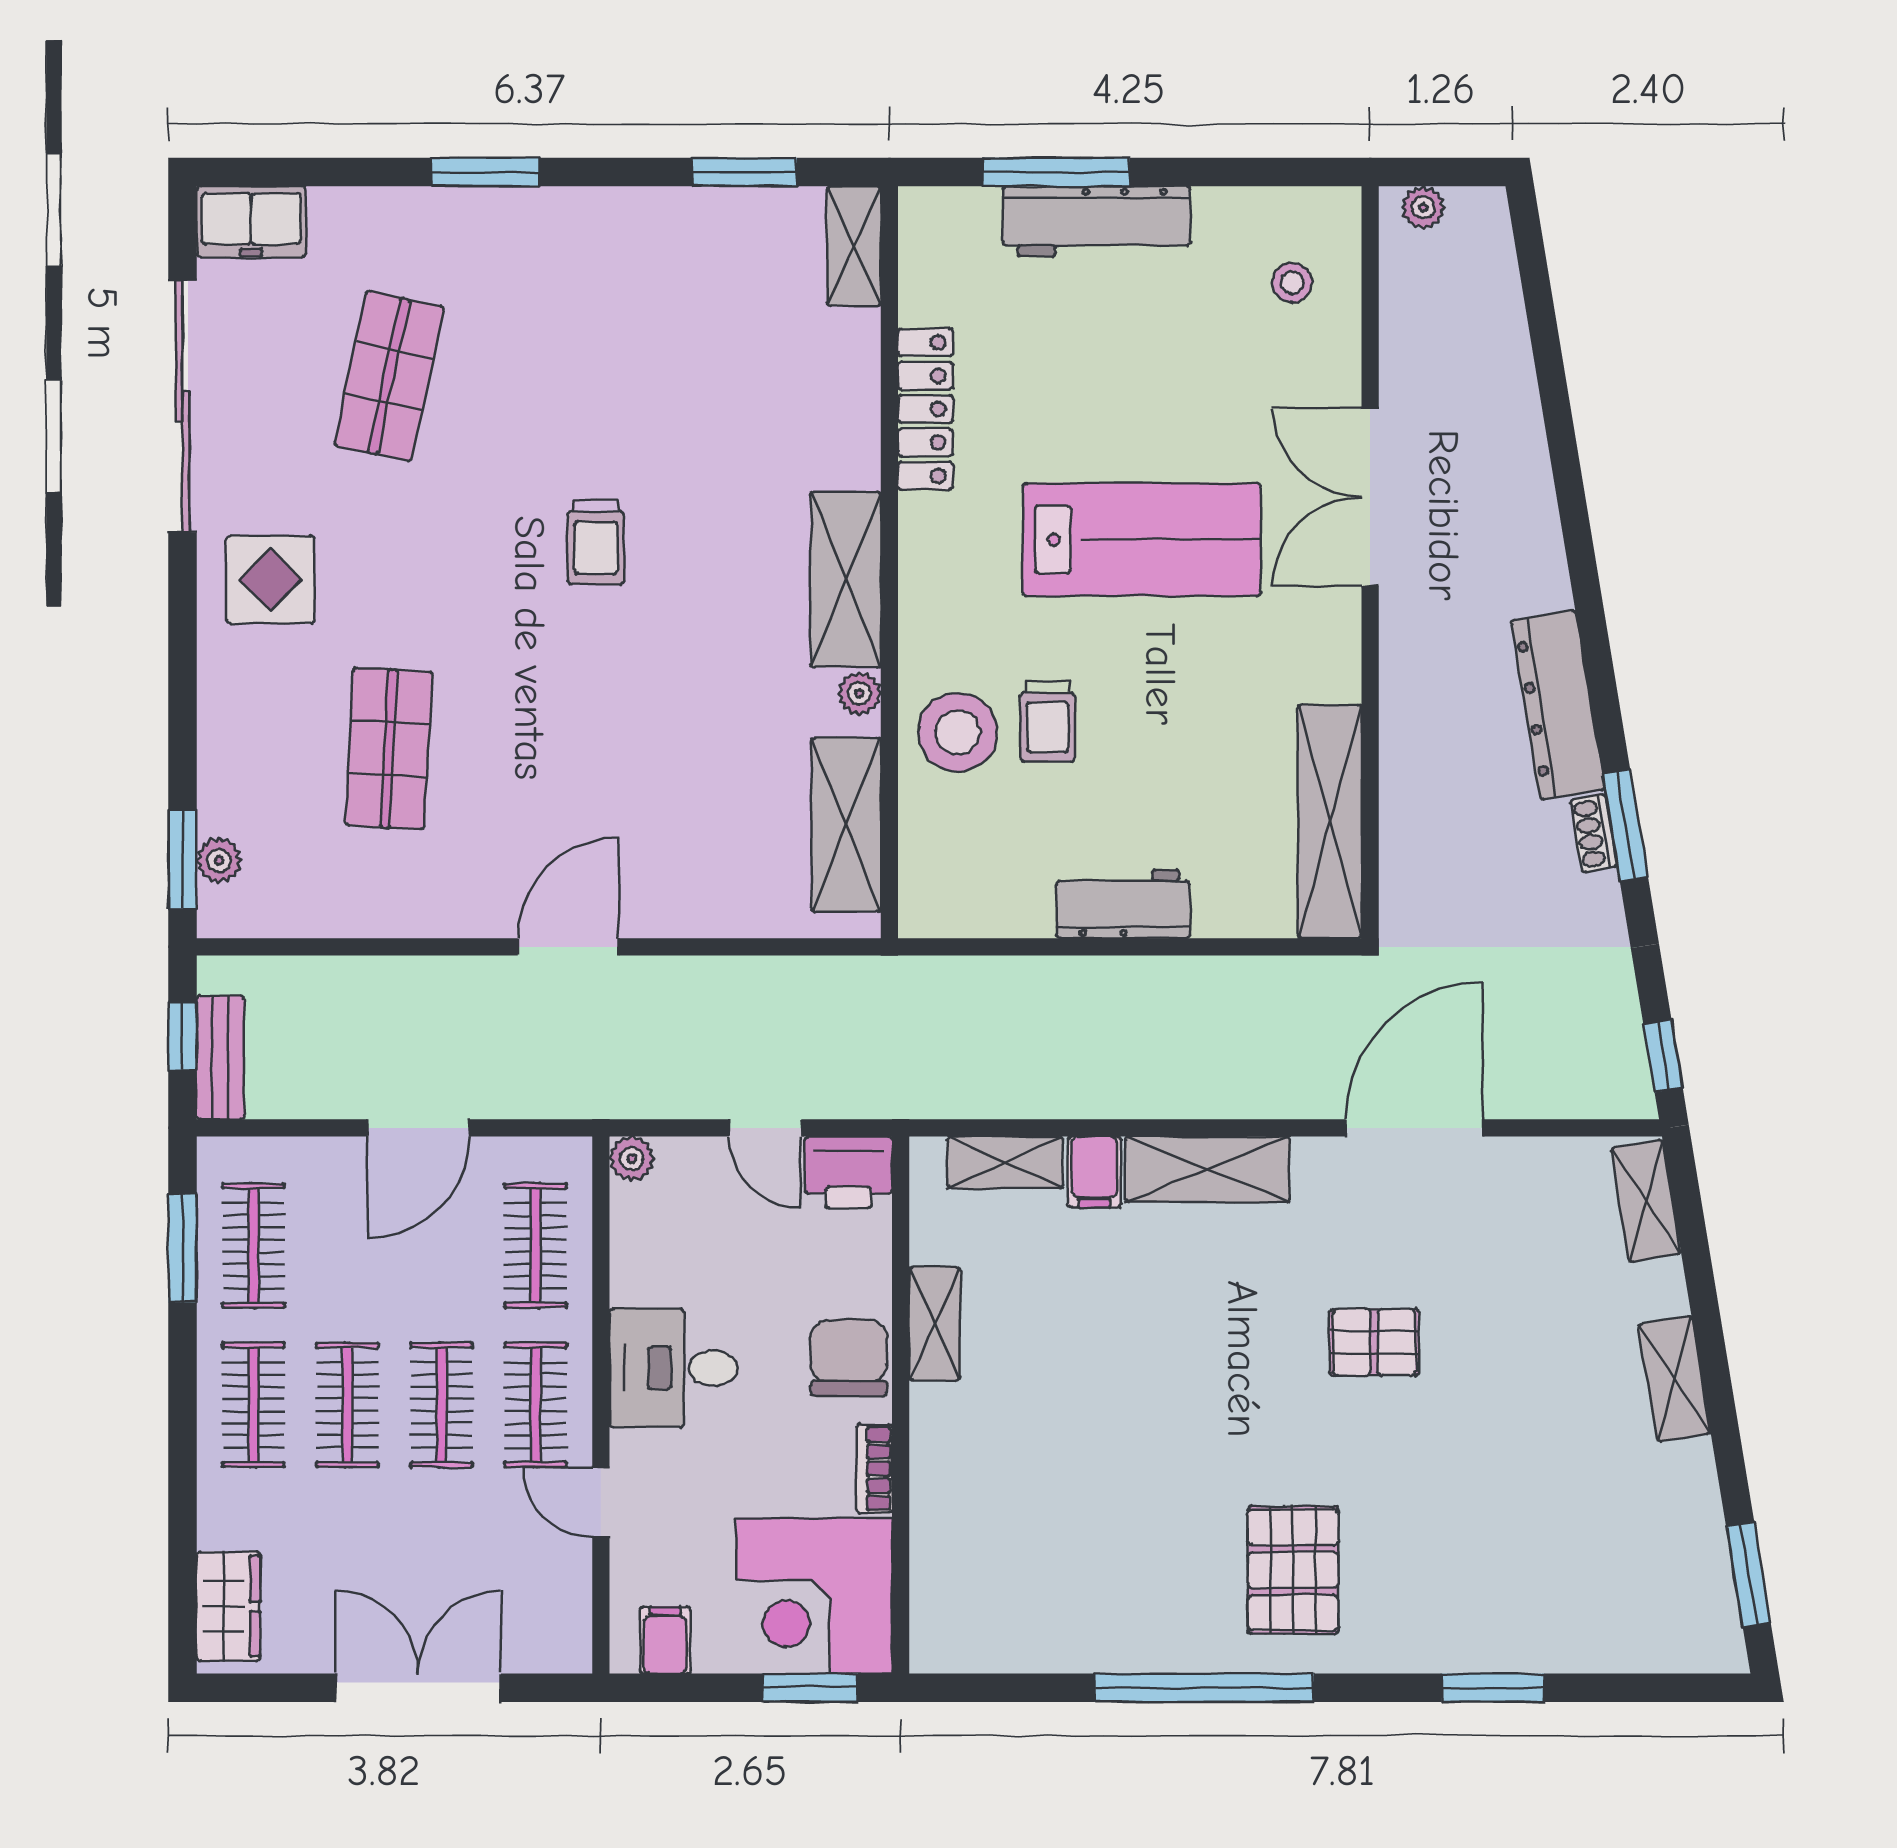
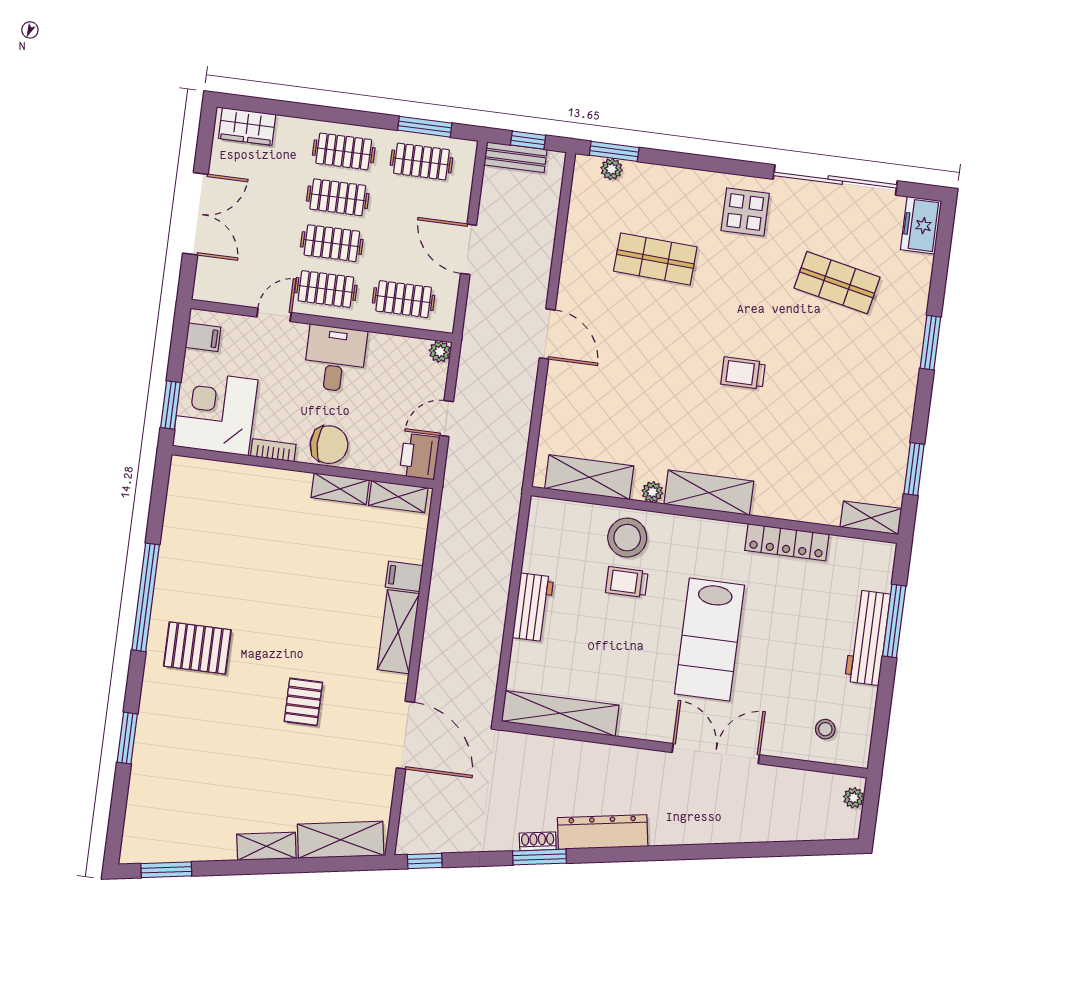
shelving: (1005, 1162) -> (398, 497), moved, turned 90
shelving: (1646, 1201) -> (341, 840), width x1.50, depth x1.33

